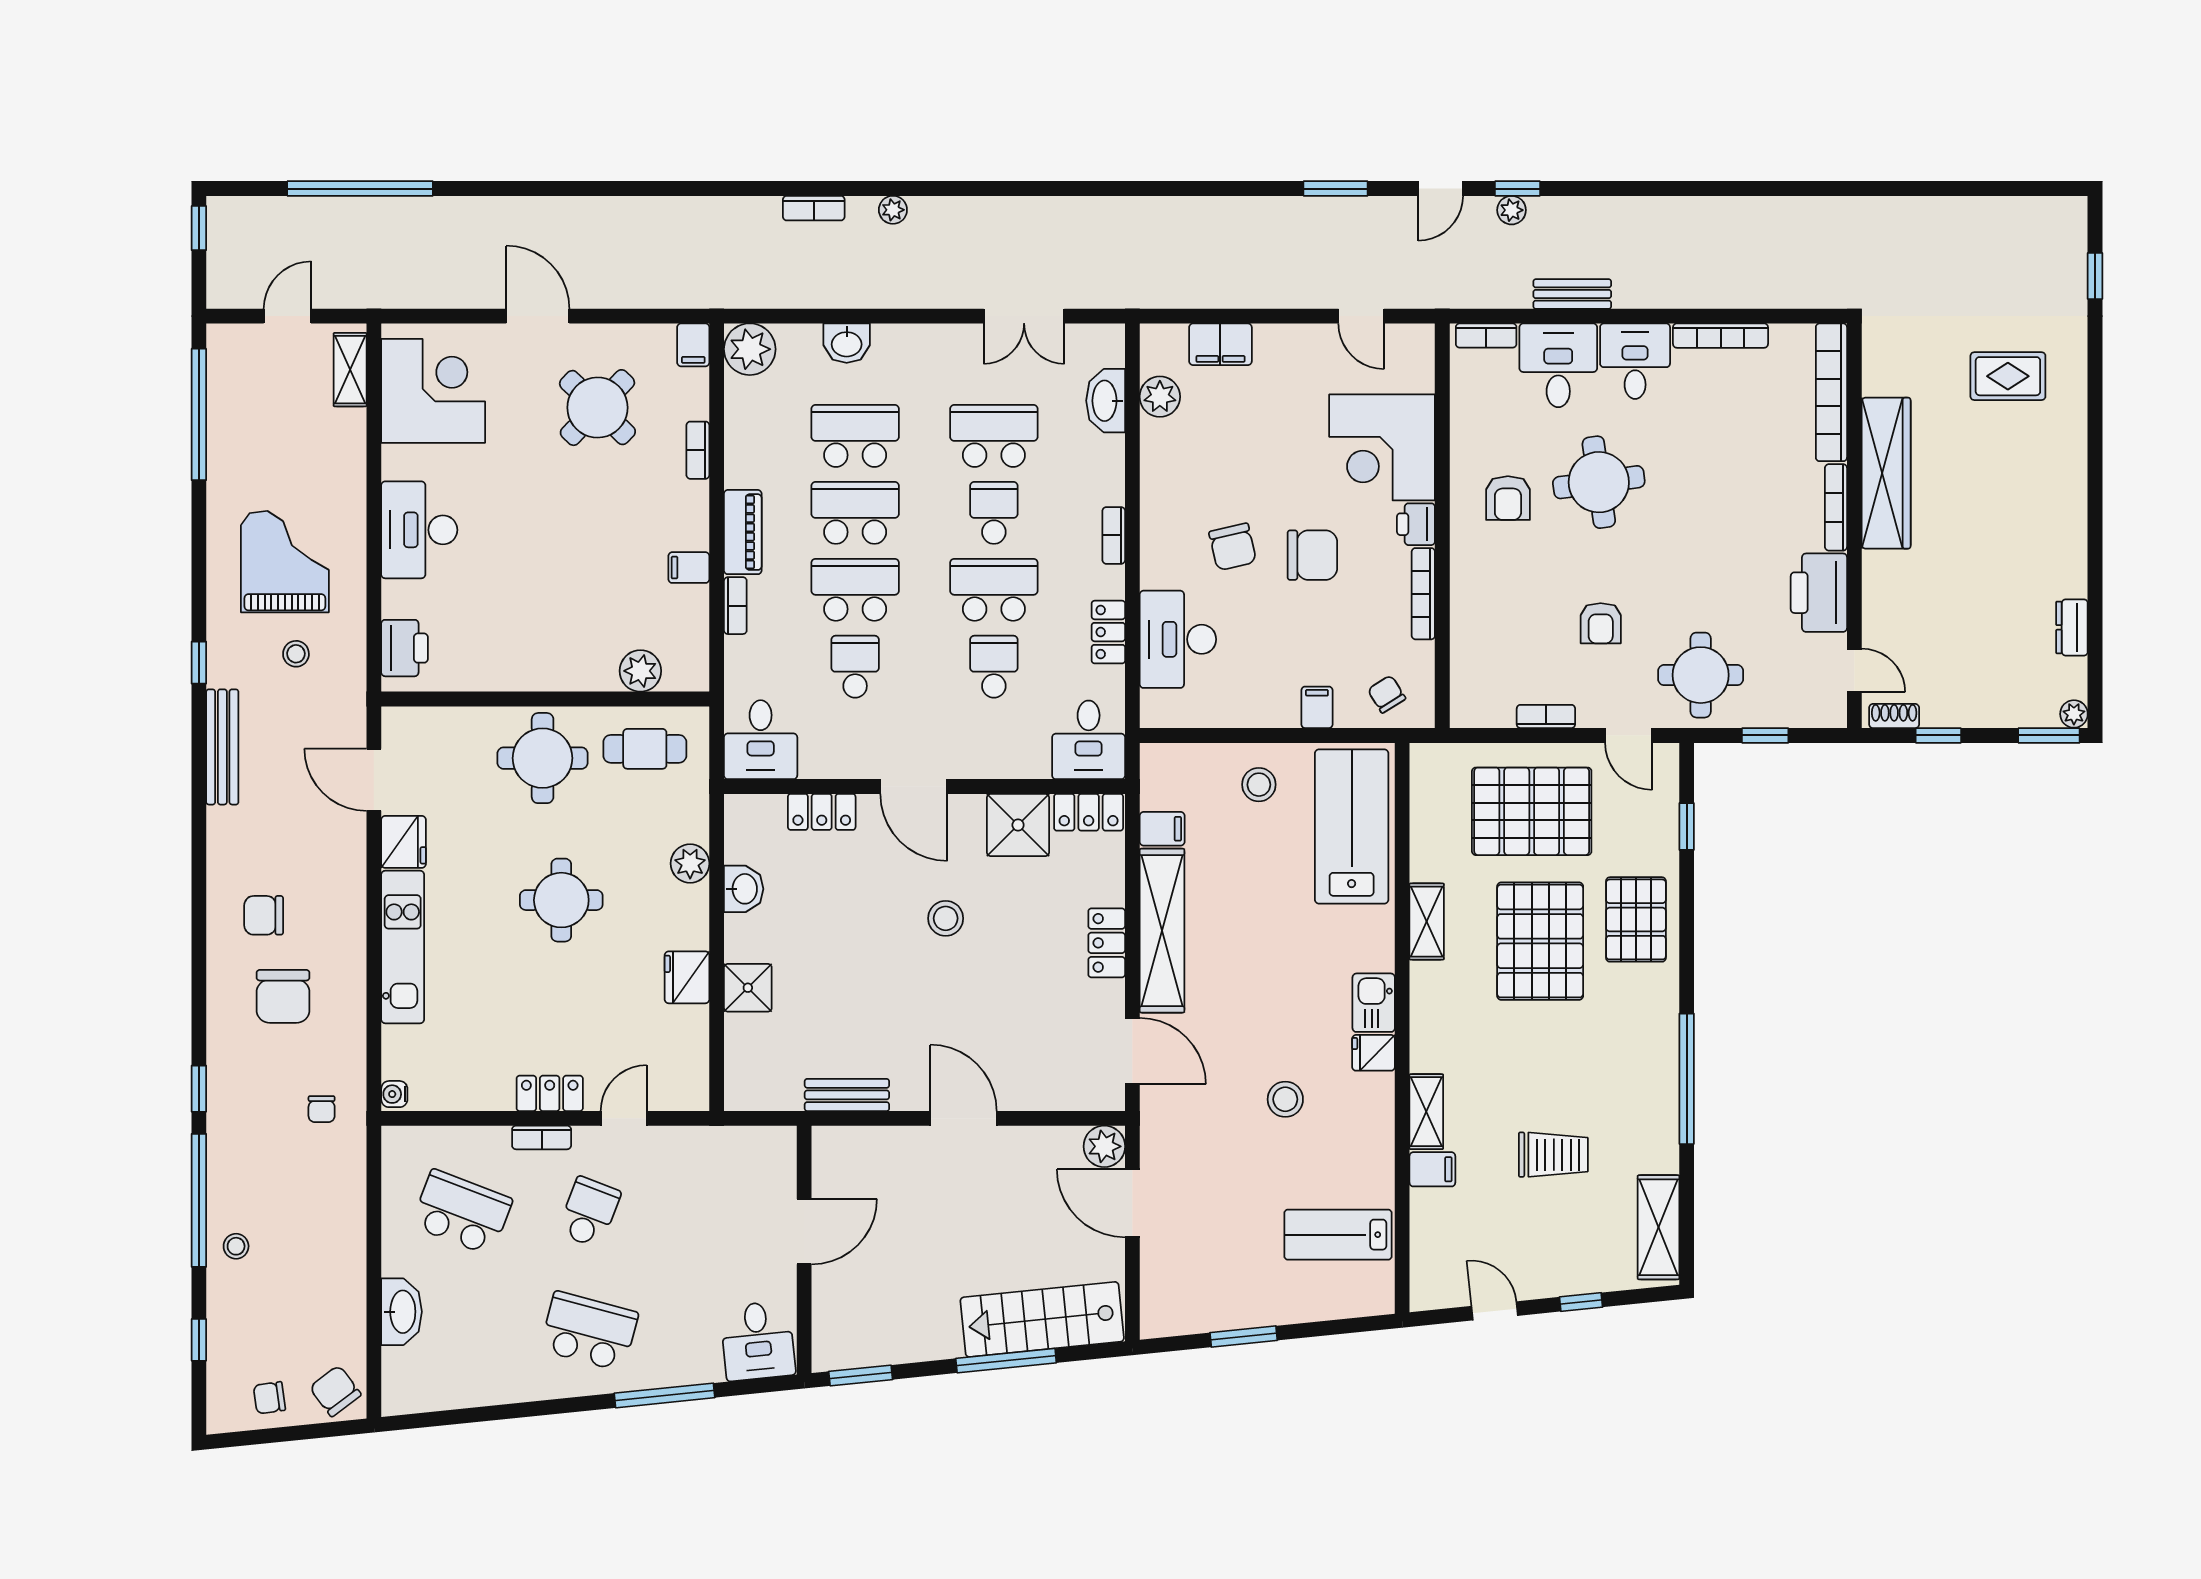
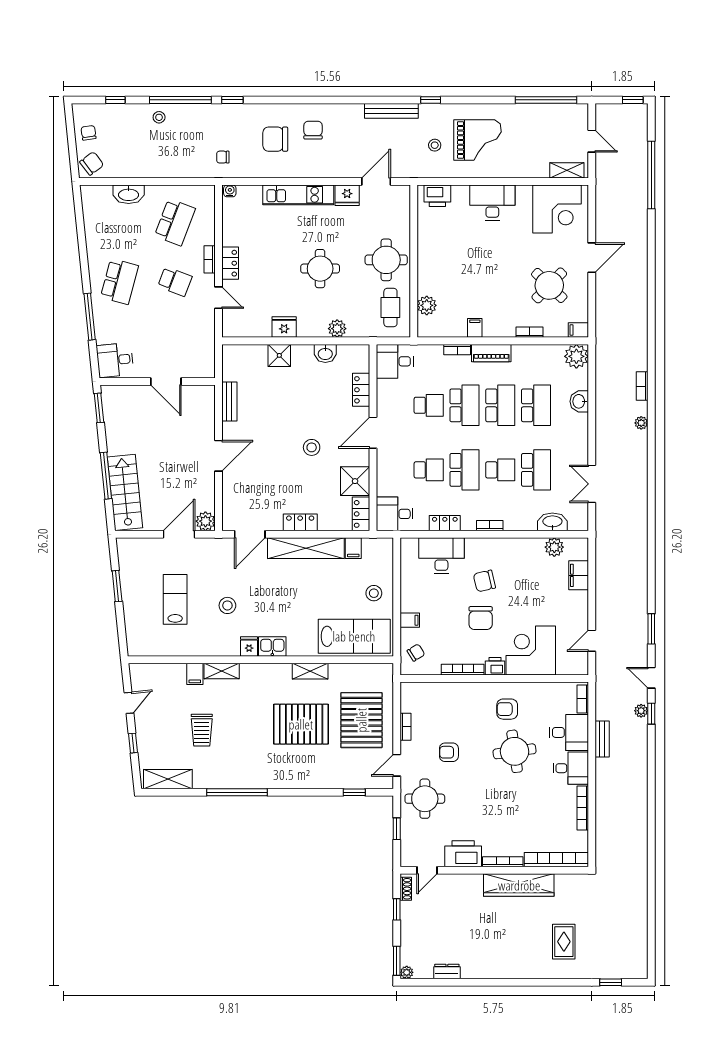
pallet: (1636, 919) -> (311, 769), removed
lab bench: (1338, 1235) -> (175, 599), moved

